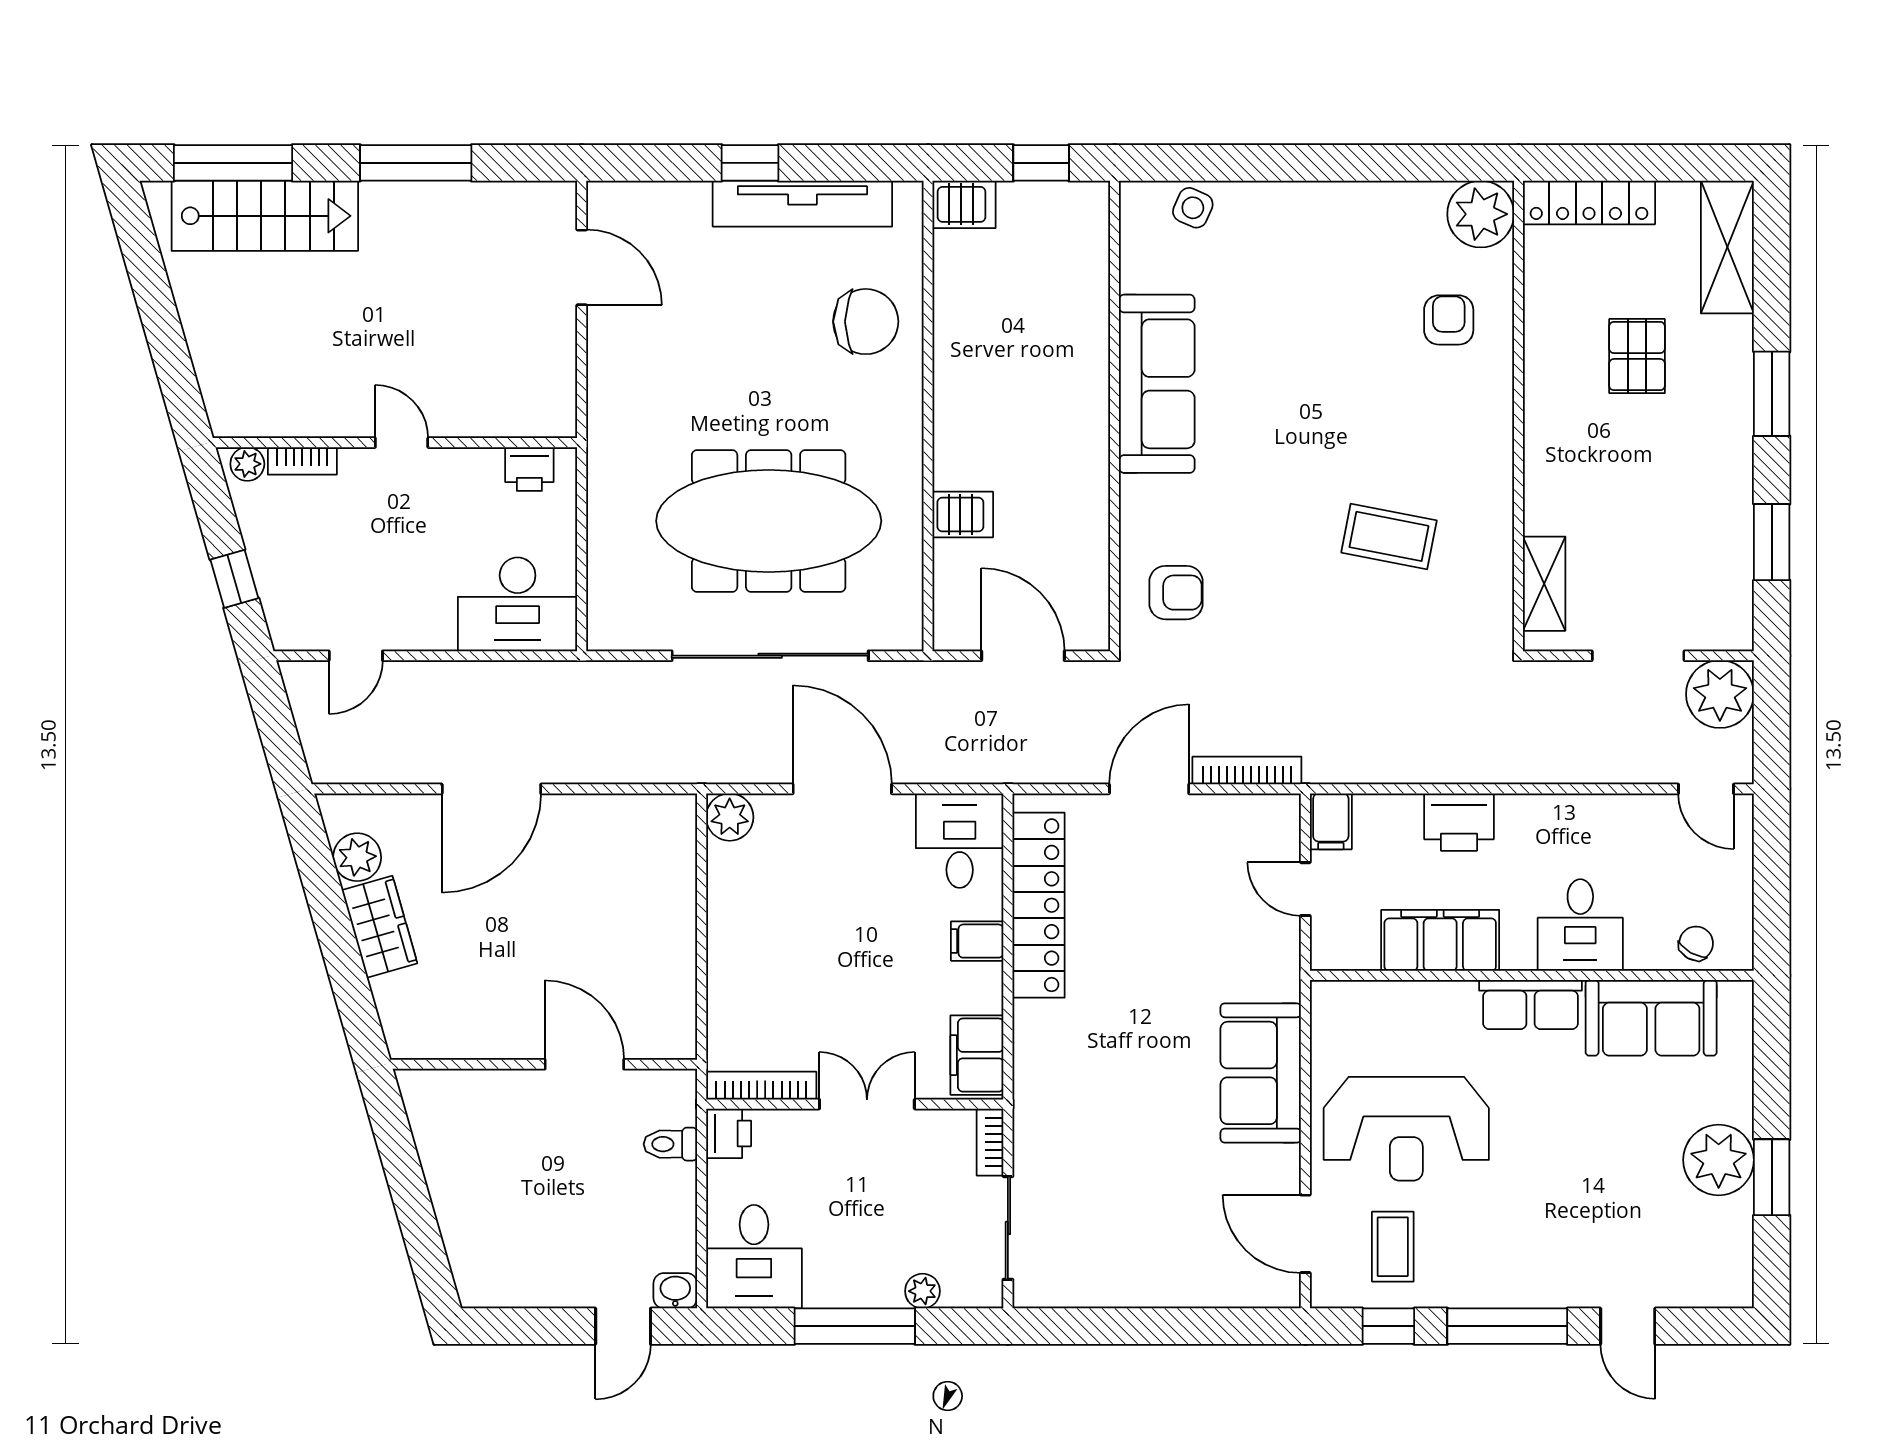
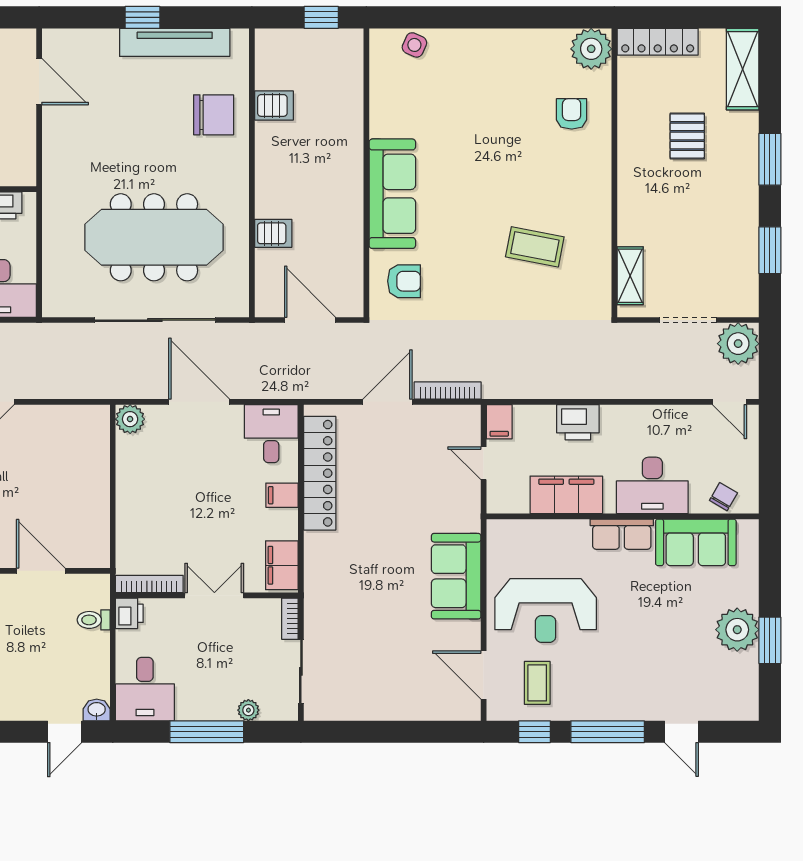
server rack: (964, 204) -> (274, 105), moved
sofa: (1157, 384) -> (392, 194), moved
desk: (1580, 925) -> (652, 485), width x1.37

